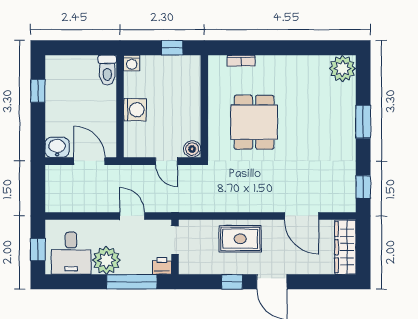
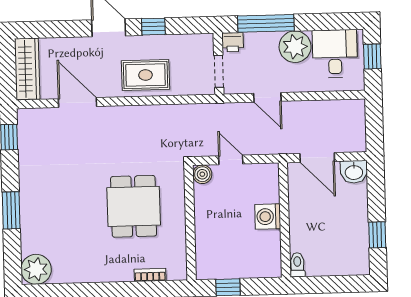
washing machine: (132, 63) -> (273, 269), removed
toilet: (107, 70) -> (297, 265), width x0.73, depth x0.72

